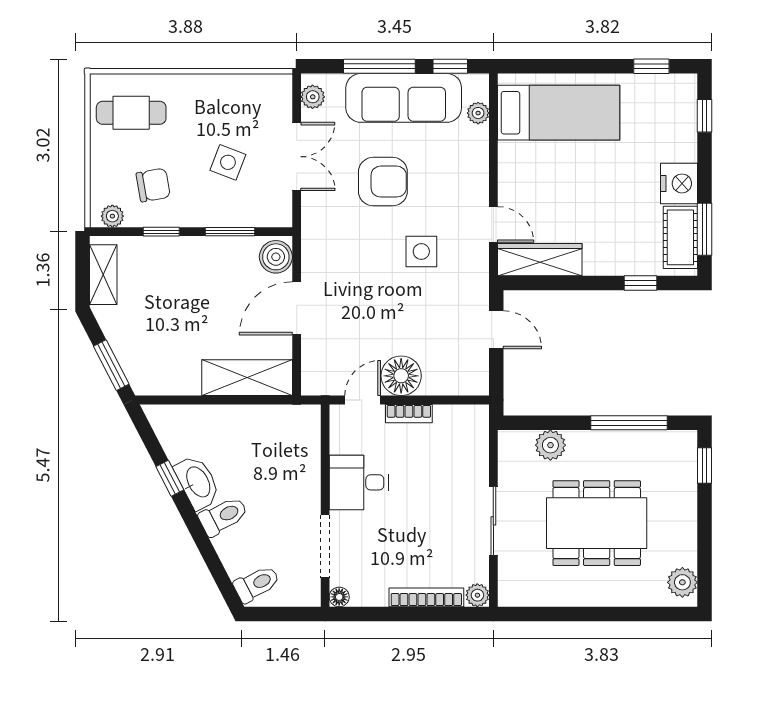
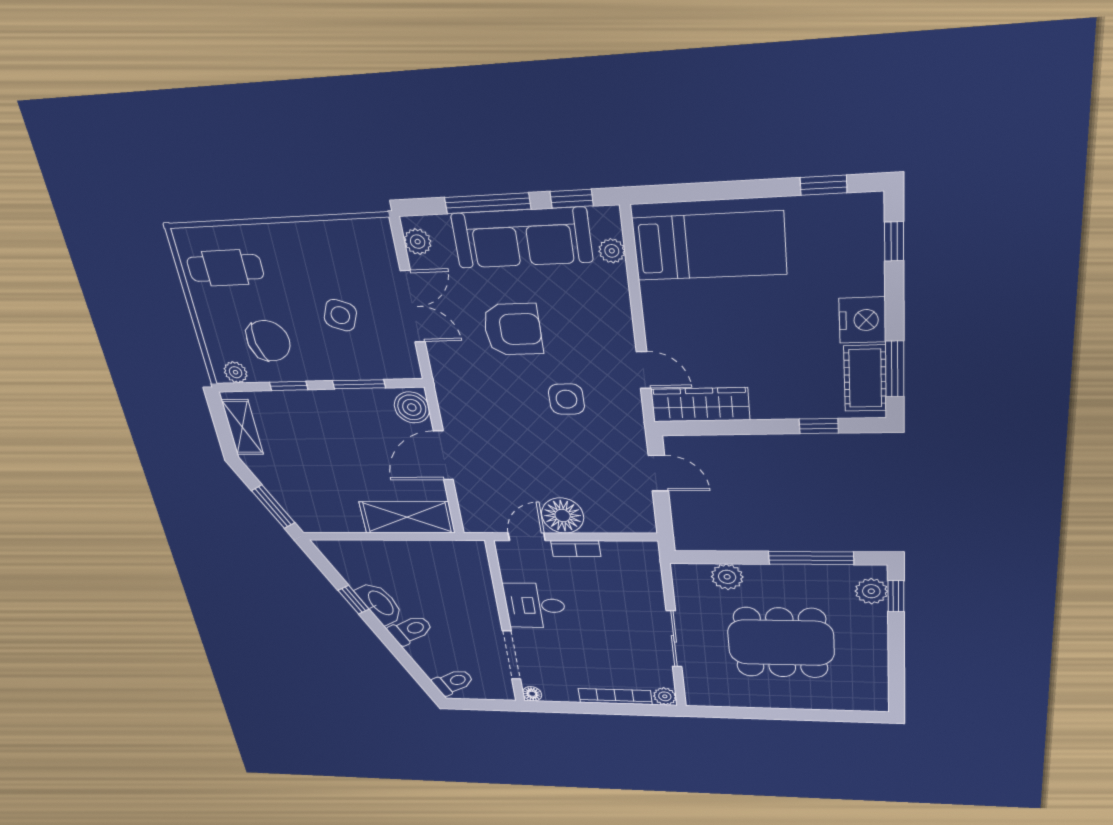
chair: (153, 185) -> (268, 341), width x1.37, depth x1.37
plant: (682, 582) -> (871, 591), moved

